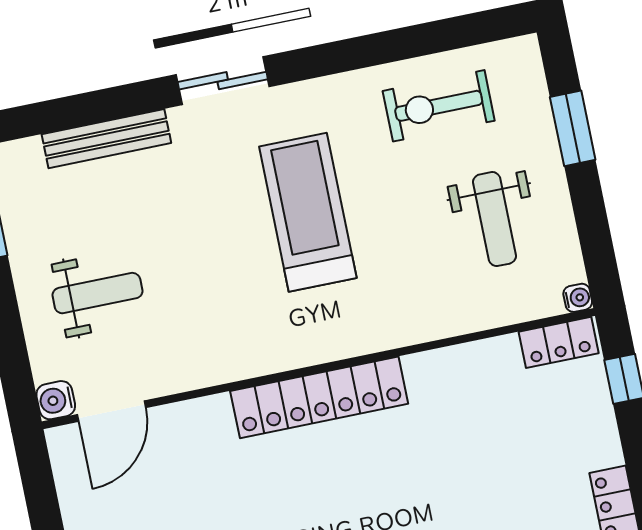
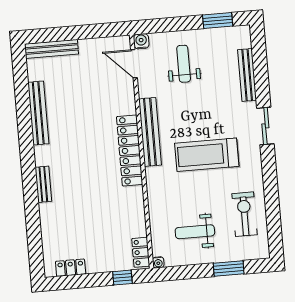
treadmill: (308, 212) -> (207, 155), turned 180
weight bench: (97, 293) -> (184, 64), turned 180
bench: (269, 354) -> (150, 132), added

